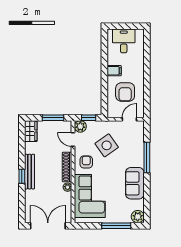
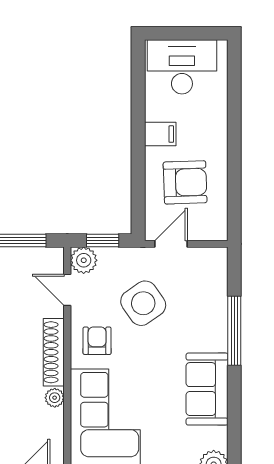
desk: (124, 41) -> (182, 67), width x1.37
armchair: (125, 92) -> (185, 182), turned -92
door: (129, 119) -> (171, 244), moved

